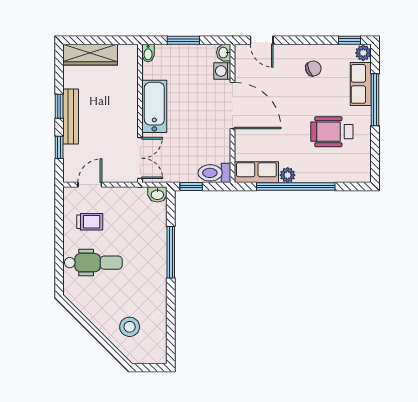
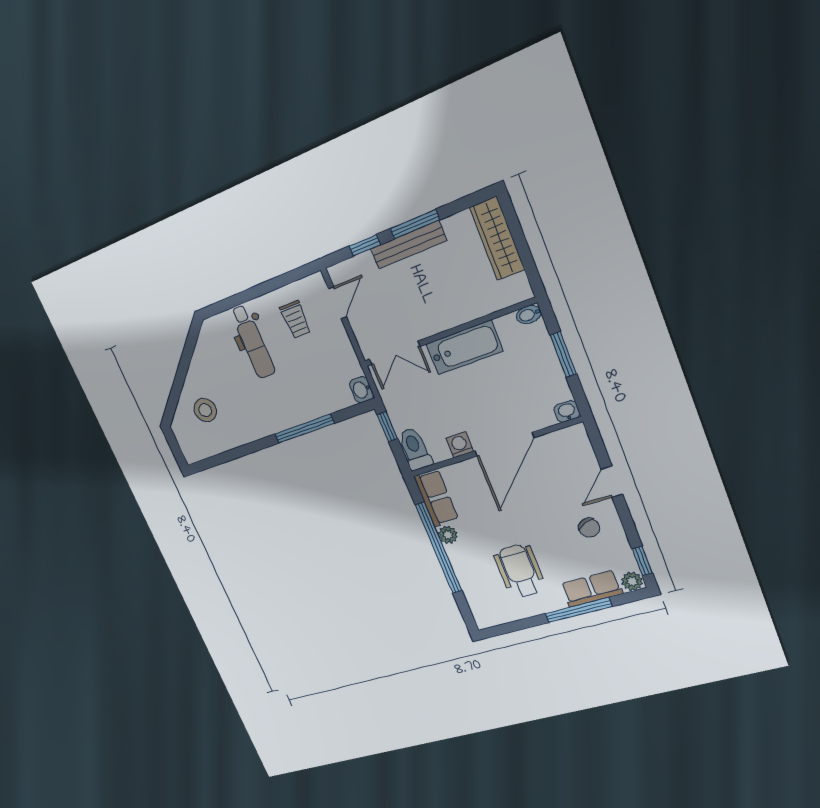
door: (262, 40) -> (612, 482), moved
washing machine: (222, 71) -> (460, 445), moved
window: (59, 106) -> (415, 224), width x1.50
door: (90, 185) -> (337, 303), hinge flipped

